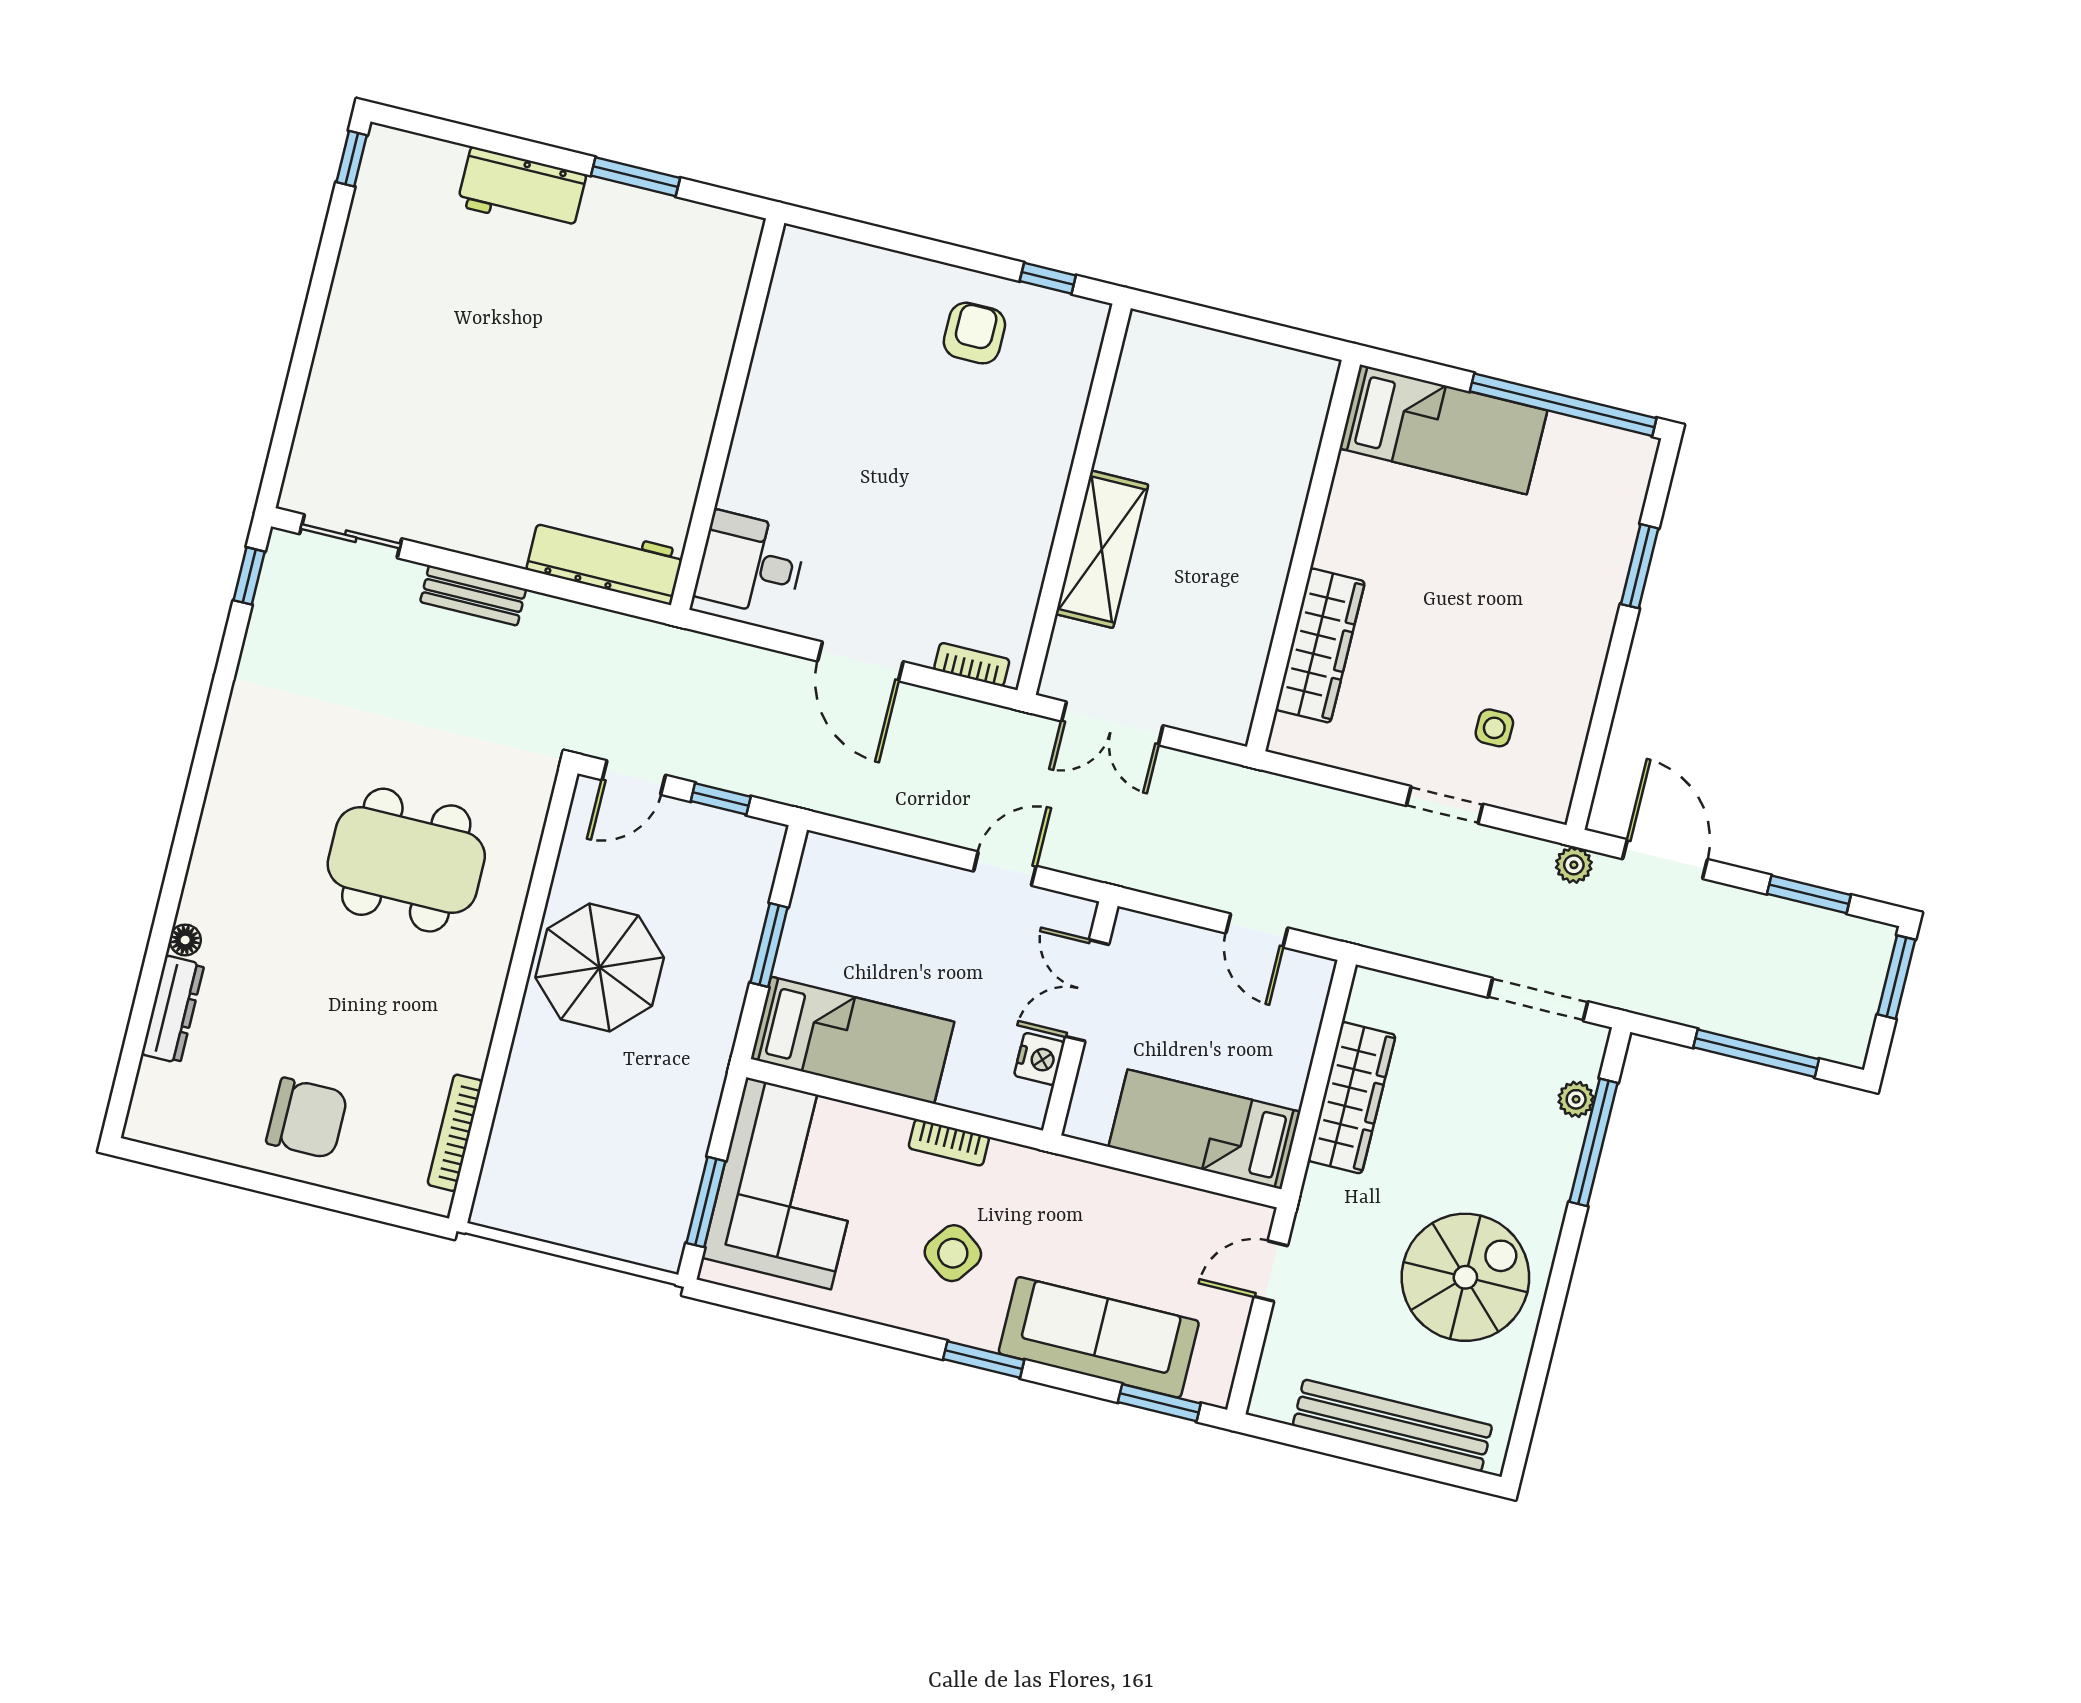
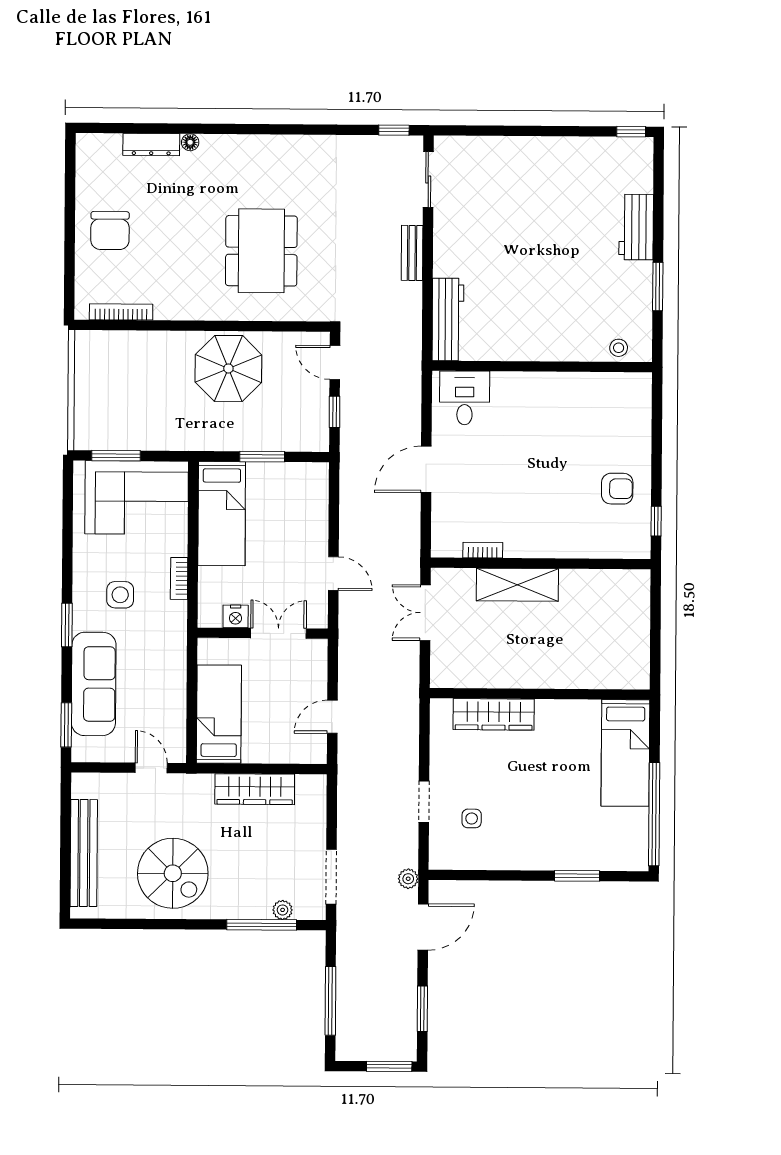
stool: (727, 272) -> (619, 348), added
bookcase: (972, 665) -> (483, 550), moved, turned -90
side table: (953, 1253) -> (120, 595), turned -36

